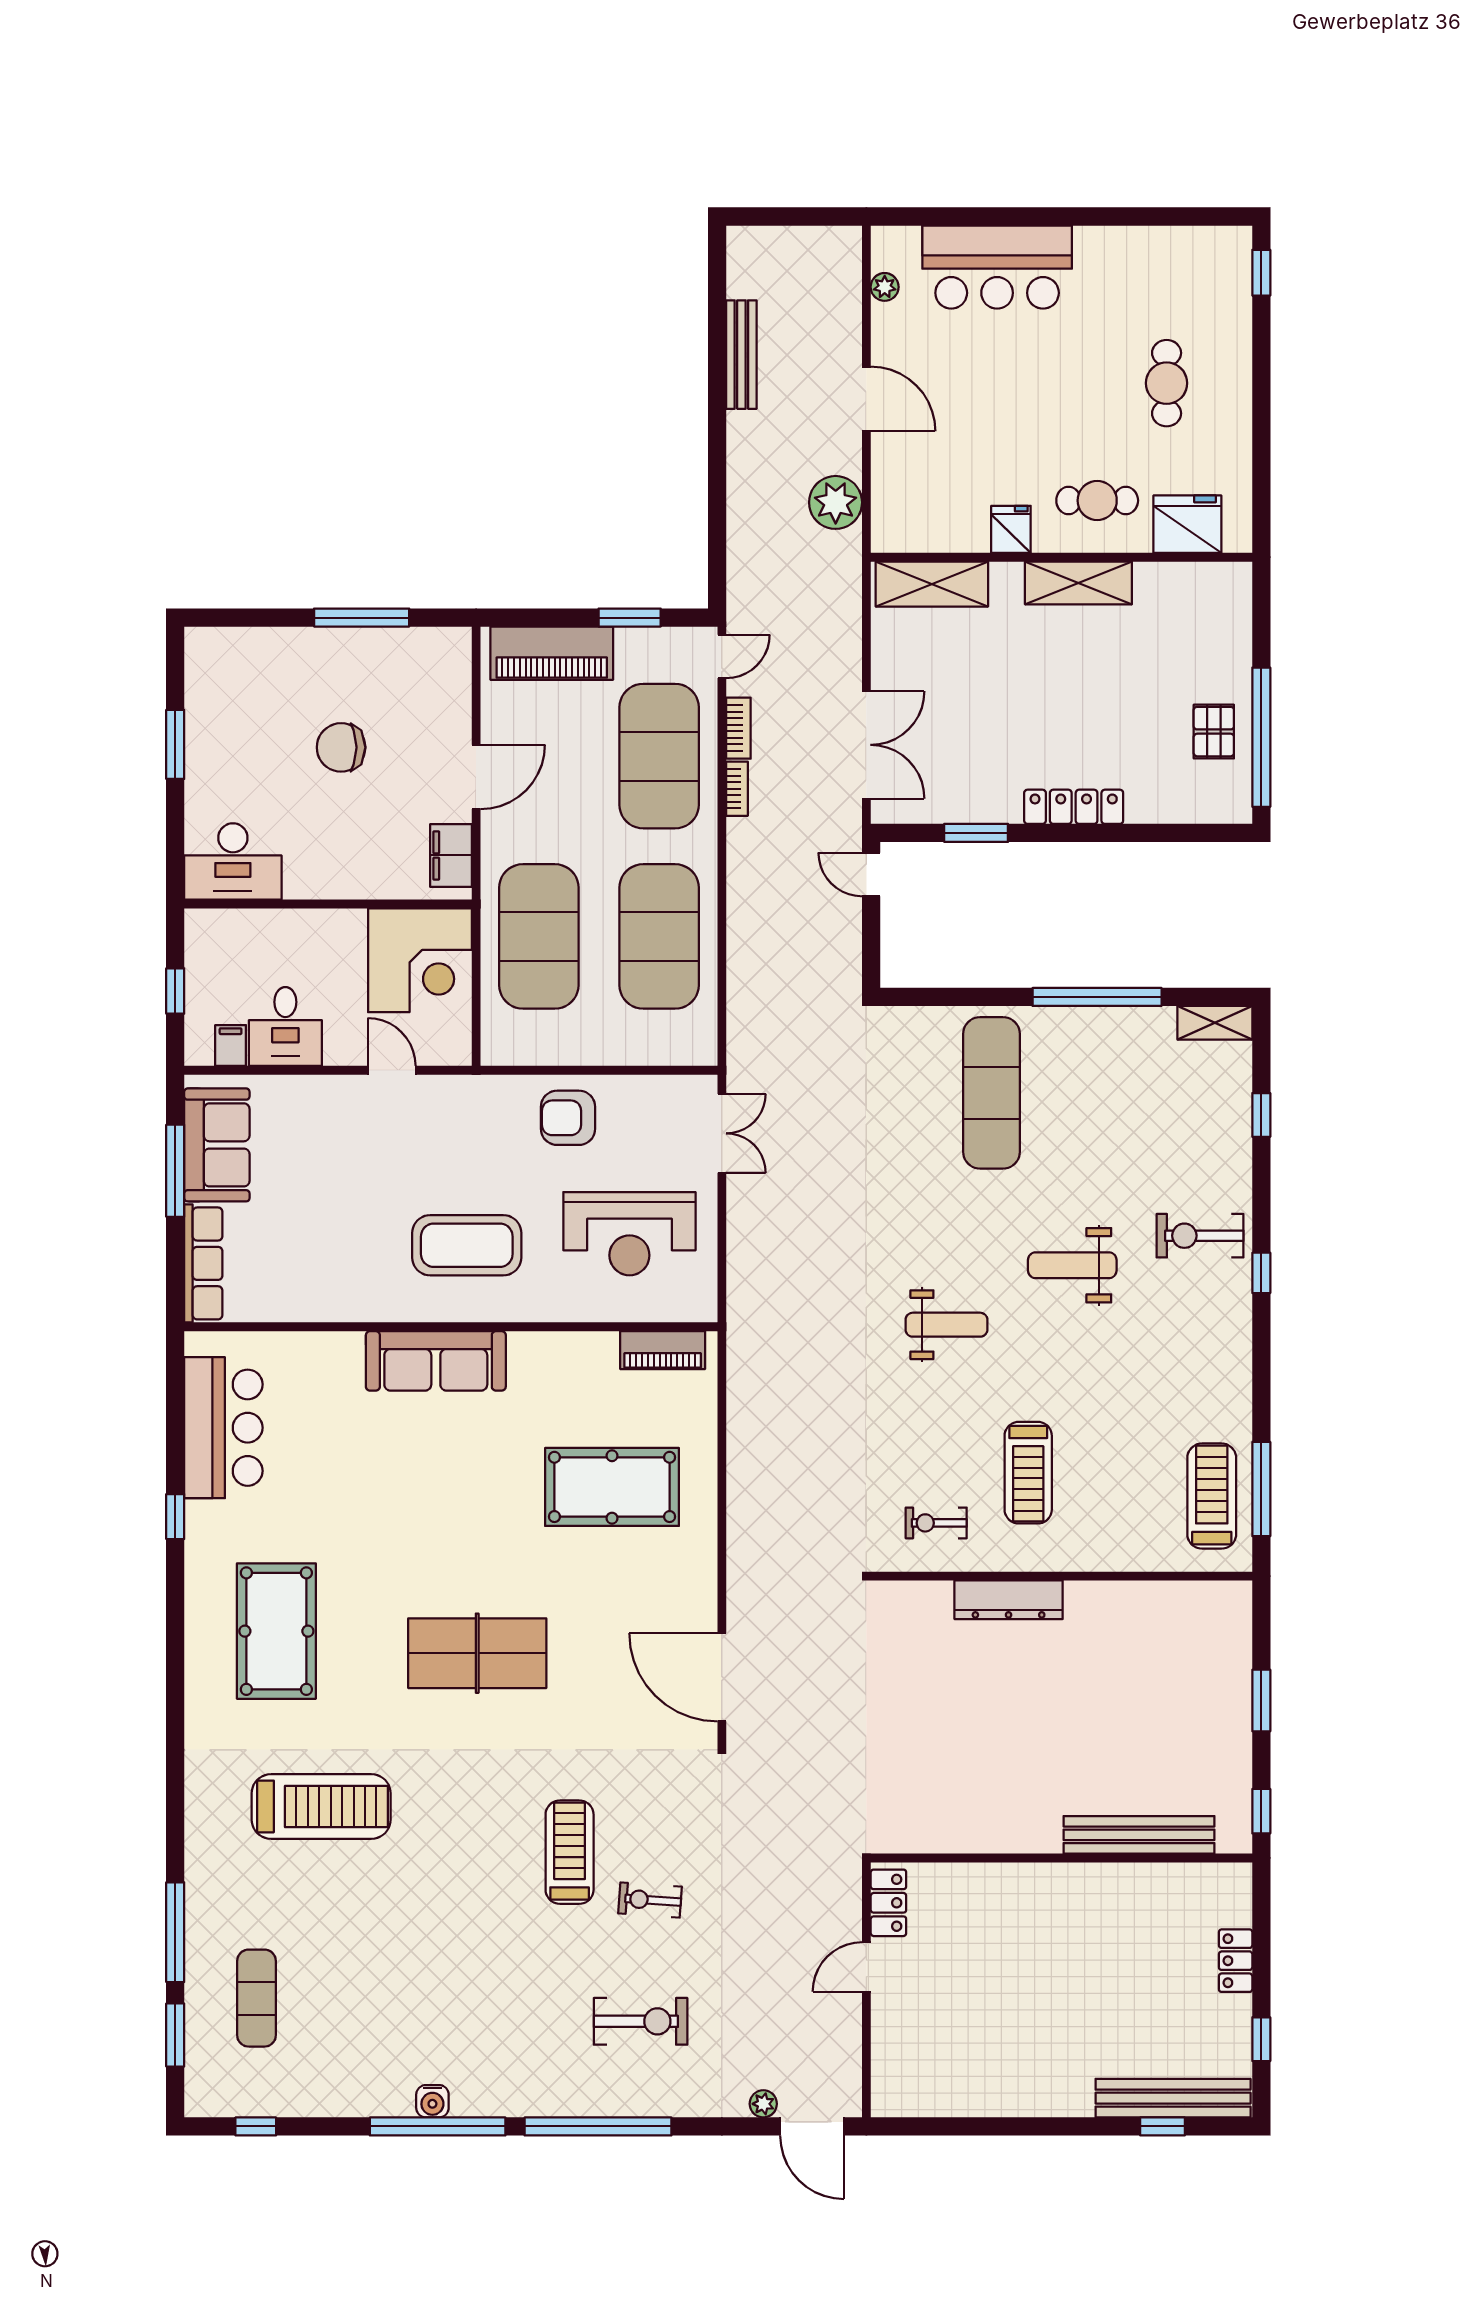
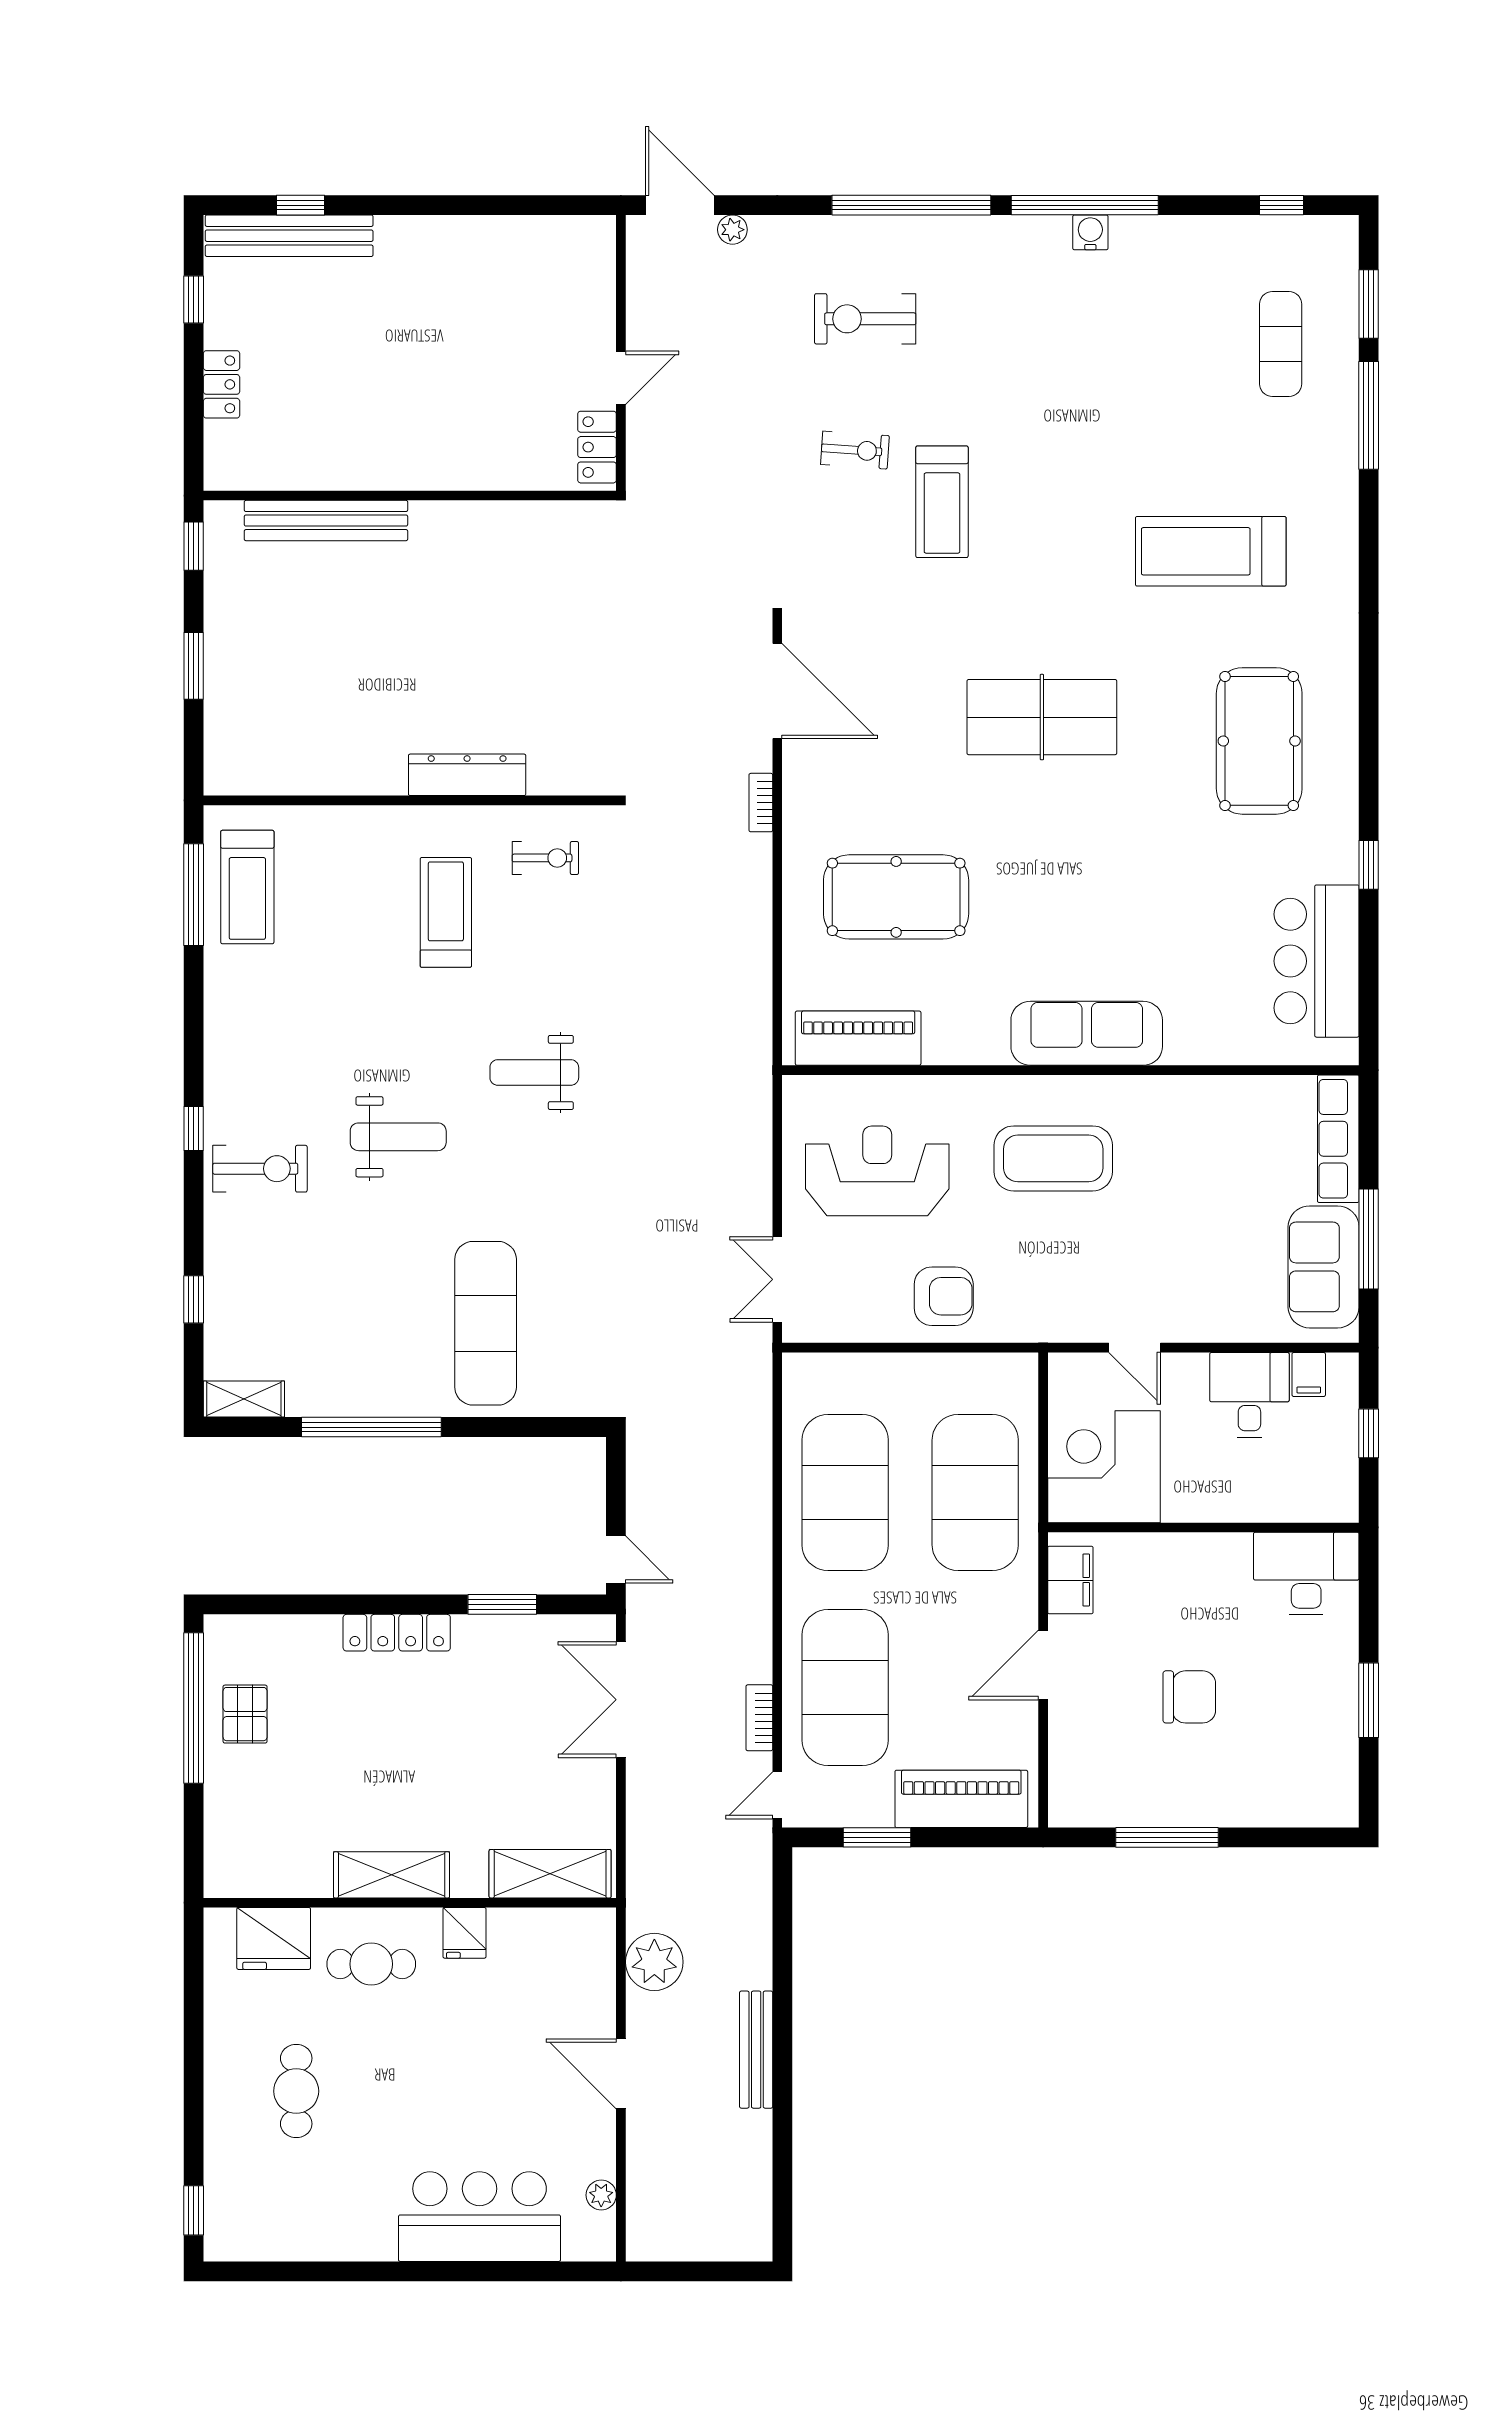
bench: (741, 355) -> (756, 2050), moved
bookcase: (737, 789) -> (761, 803), moved
piano: (663, 1350) -> (858, 1038), width x1.37, depth x1.33

